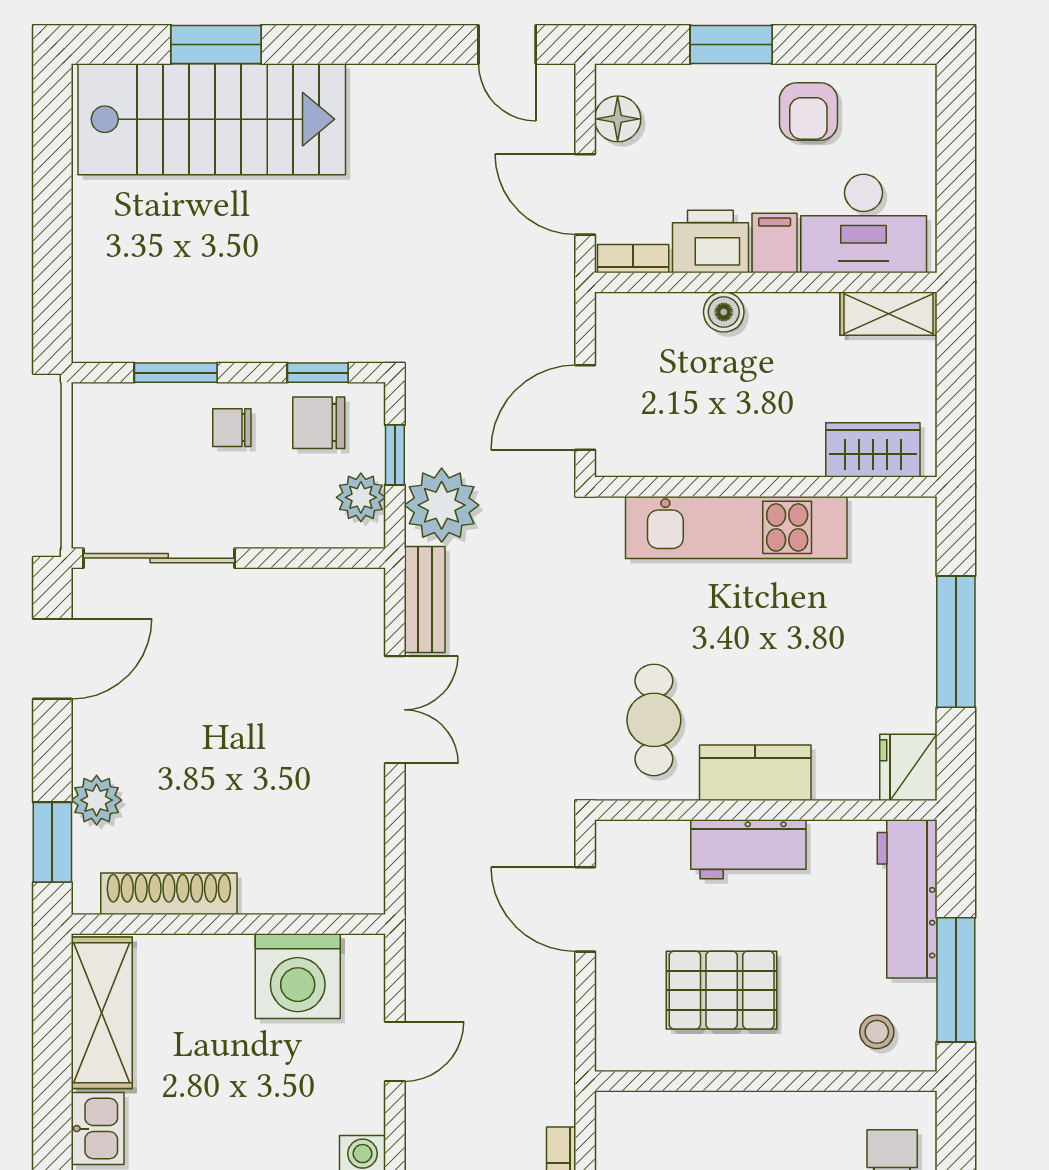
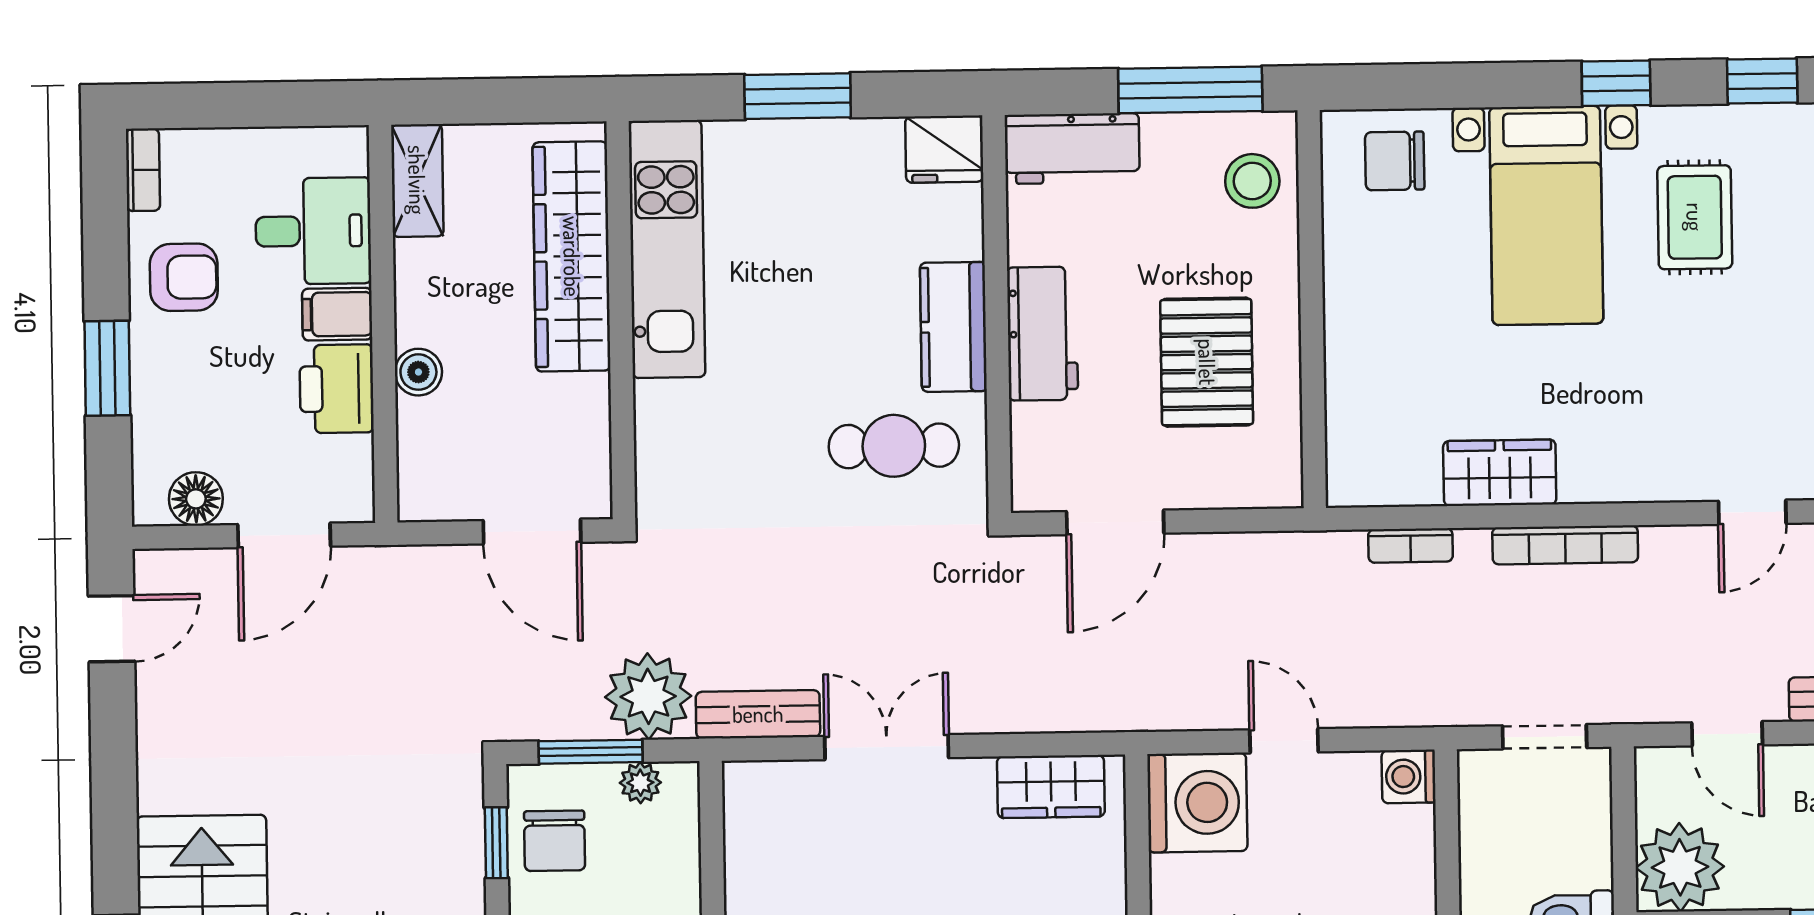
desk: (864, 223) -> (313, 231), width x0.73
bookcase: (633, 259) -> (143, 170), moved, turned 180
wardrobe: (873, 450) -> (572, 256), width x2.10, depth x1.17
window: (395, 455) -> (591, 752), width x1.50
plant: (361, 497) -> (640, 783), width x0.73, depth x0.73
kitchen unit: (736, 527) -> (667, 249), moved
window: (956, 642) -> (798, 96), width x0.69
wardrobe: (359, 850) -> (1051, 786), added
workbench: (907, 899) -> (1072, 149), width x0.73
washing machine: (298, 976) -> (1197, 803), moved
stool: (877, 1032) -> (1252, 181), width x1.37, depth x1.37

